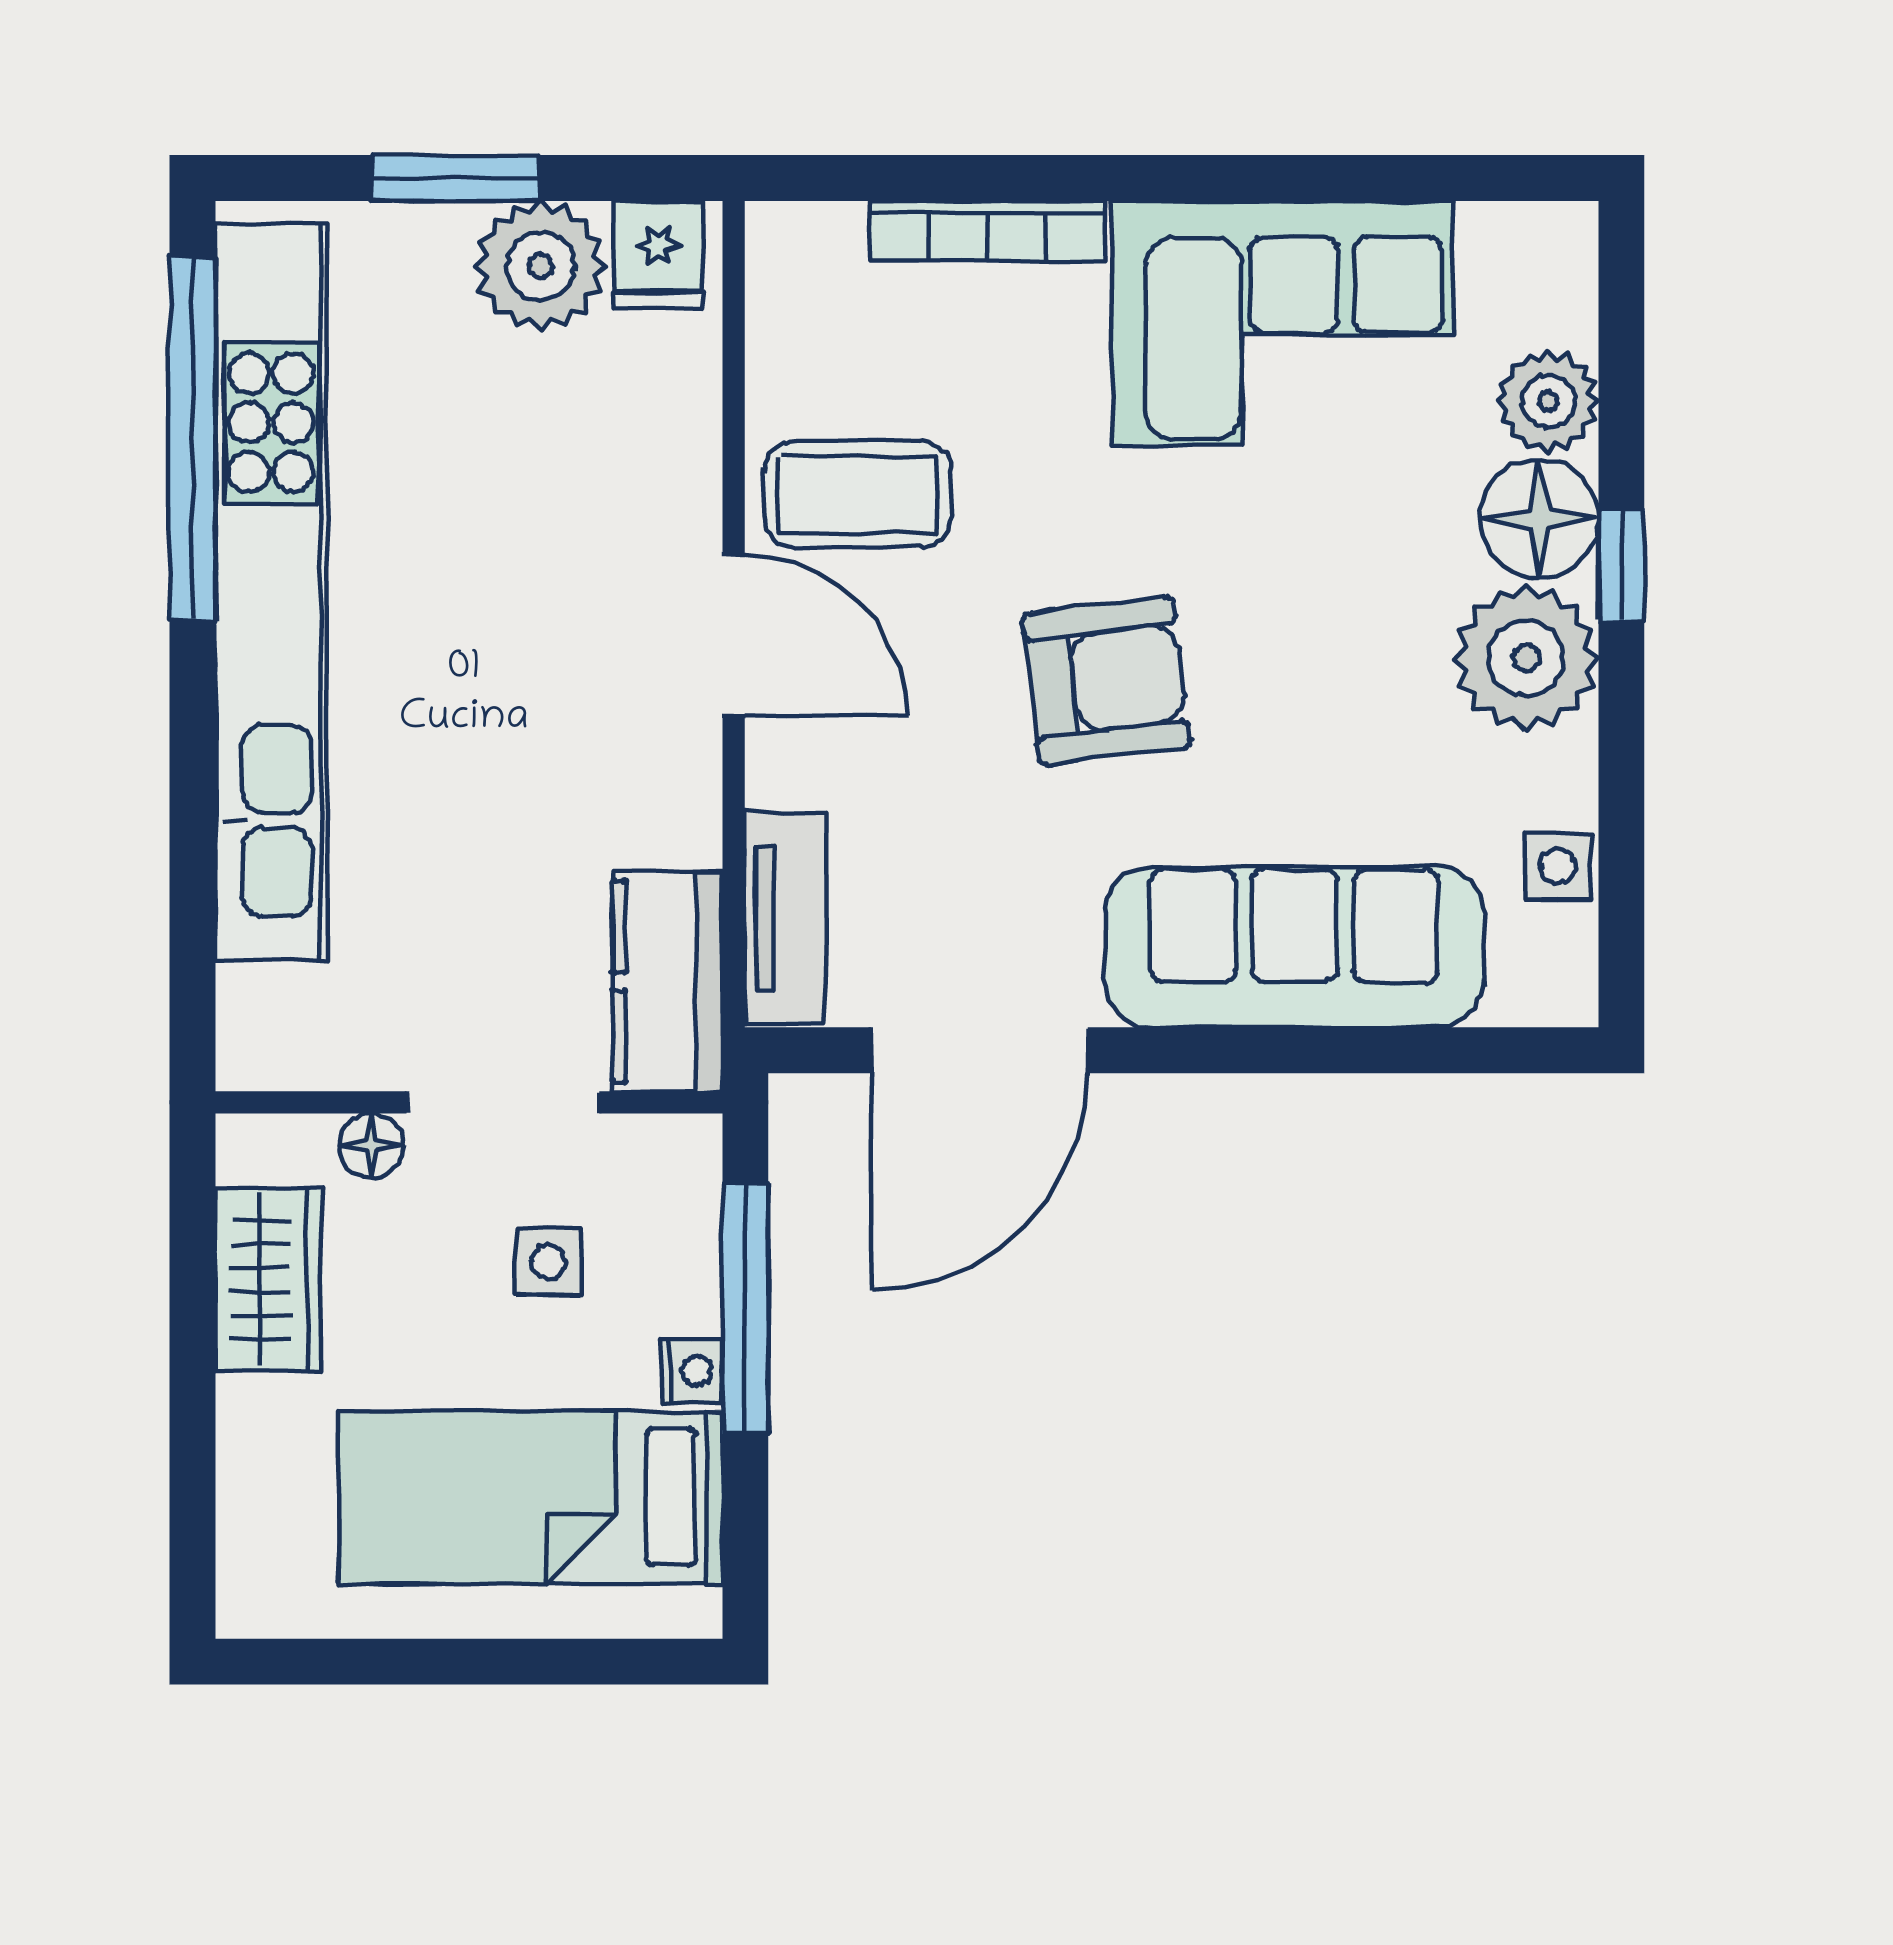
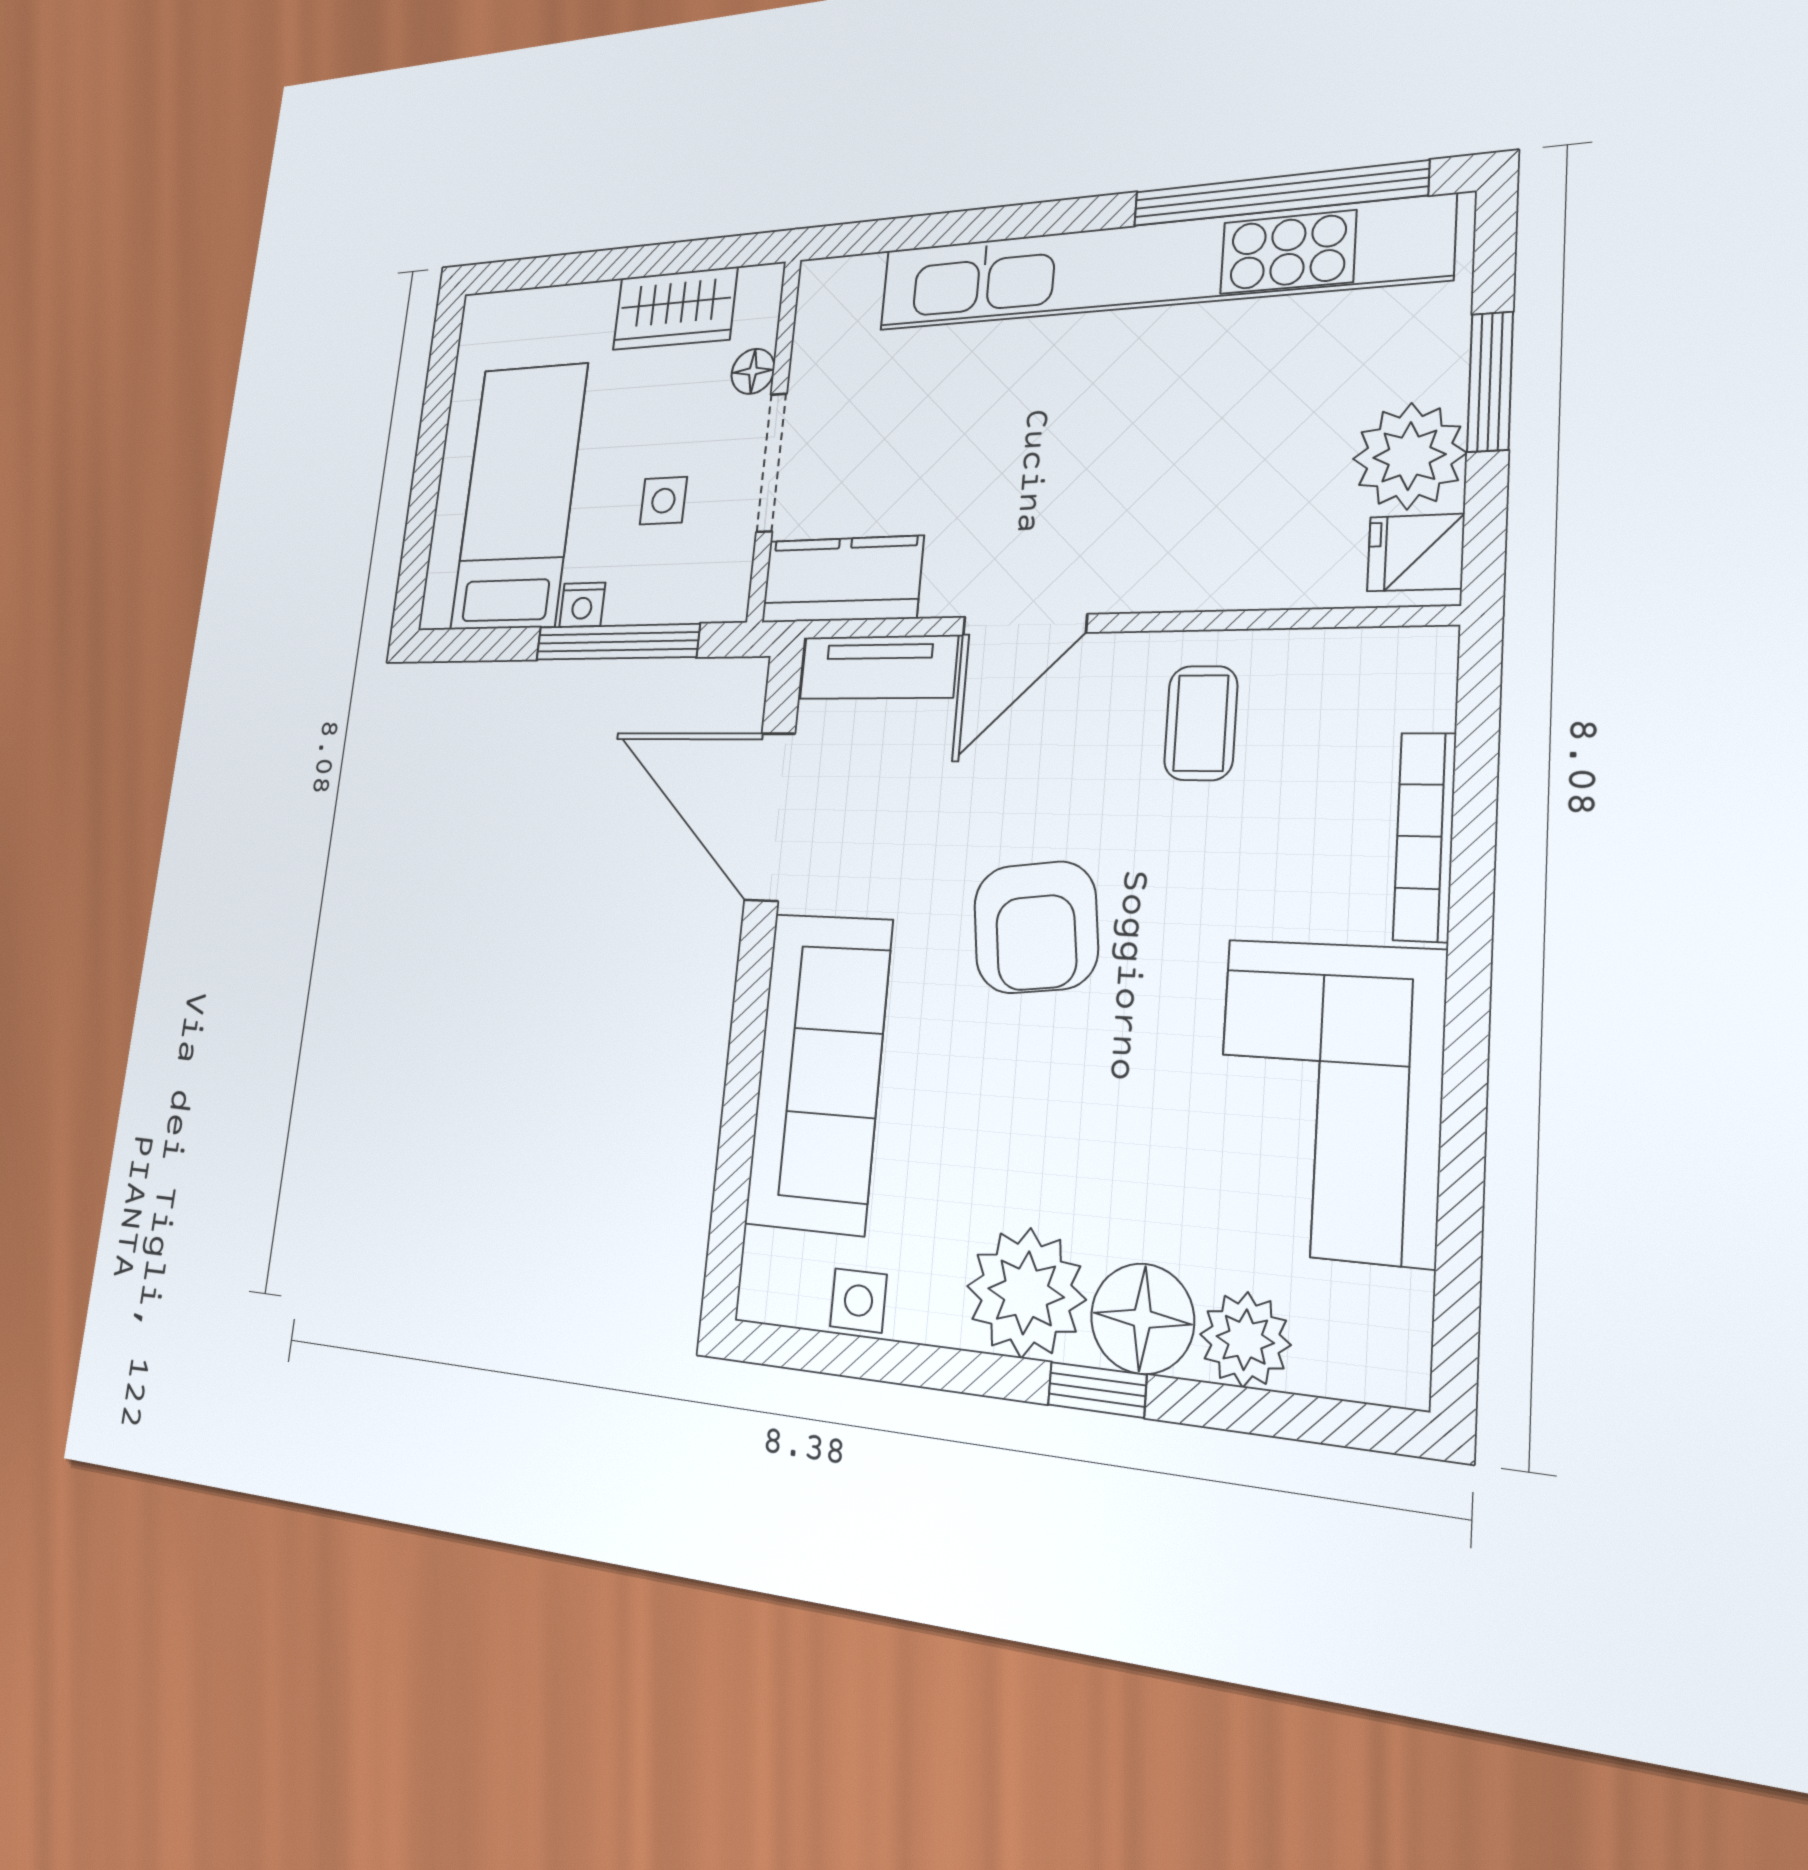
coffee table: (858, 495) -> (1201, 723), width x0.73, depth x0.77
door: (734, 635) -> (1025, 625), moved

